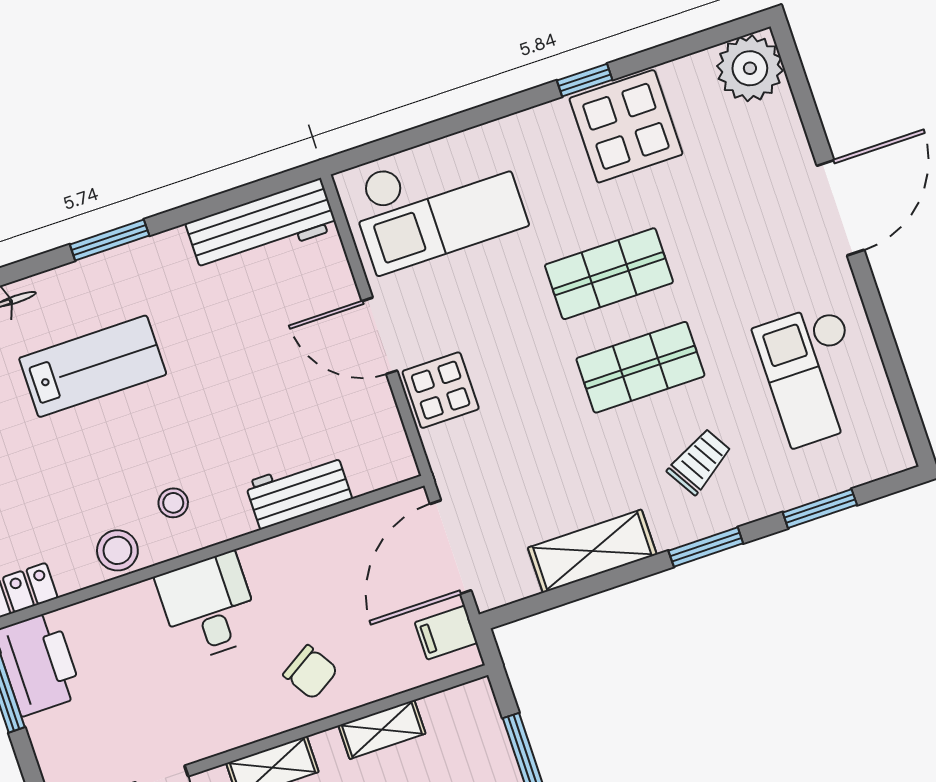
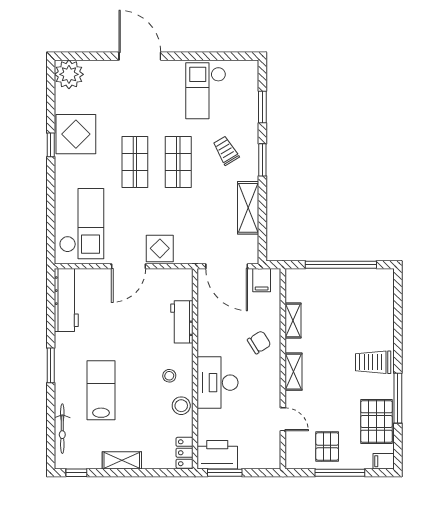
checkout: (814, 375) -> (206, 91), turned 90
desk: (209, 607) -> (218, 383), width x1.37

